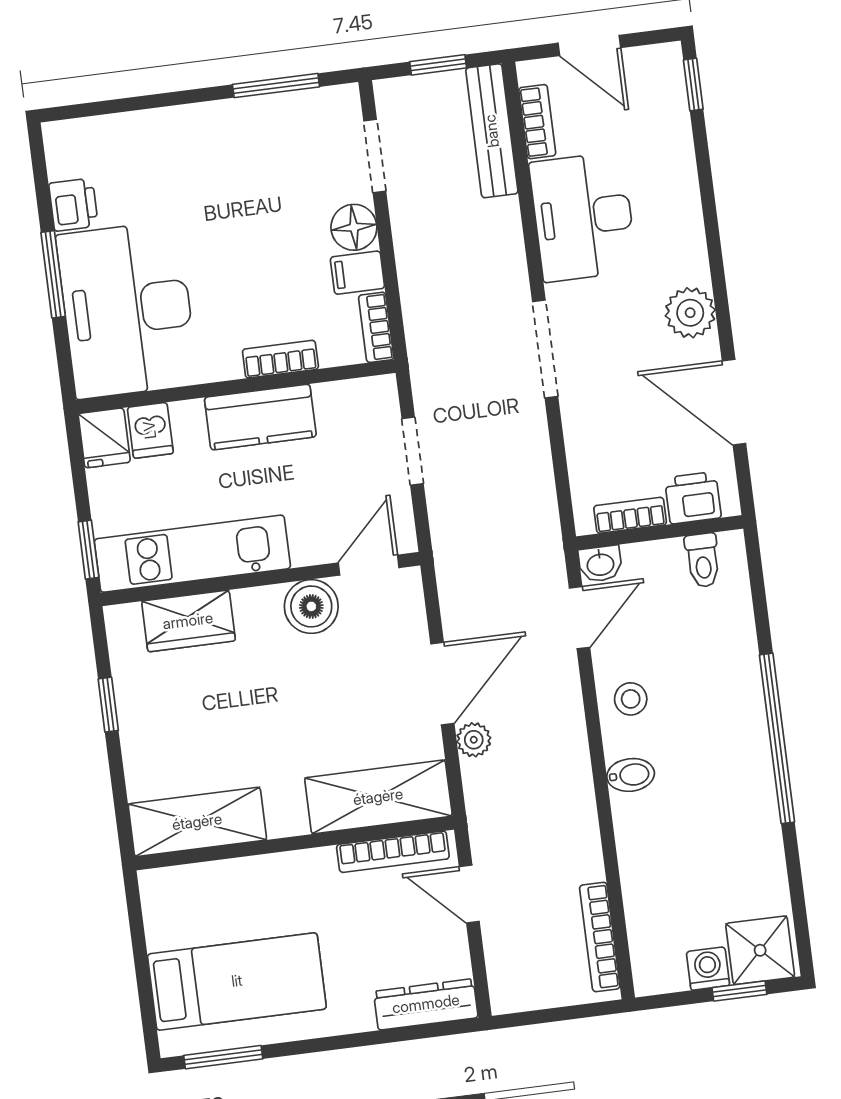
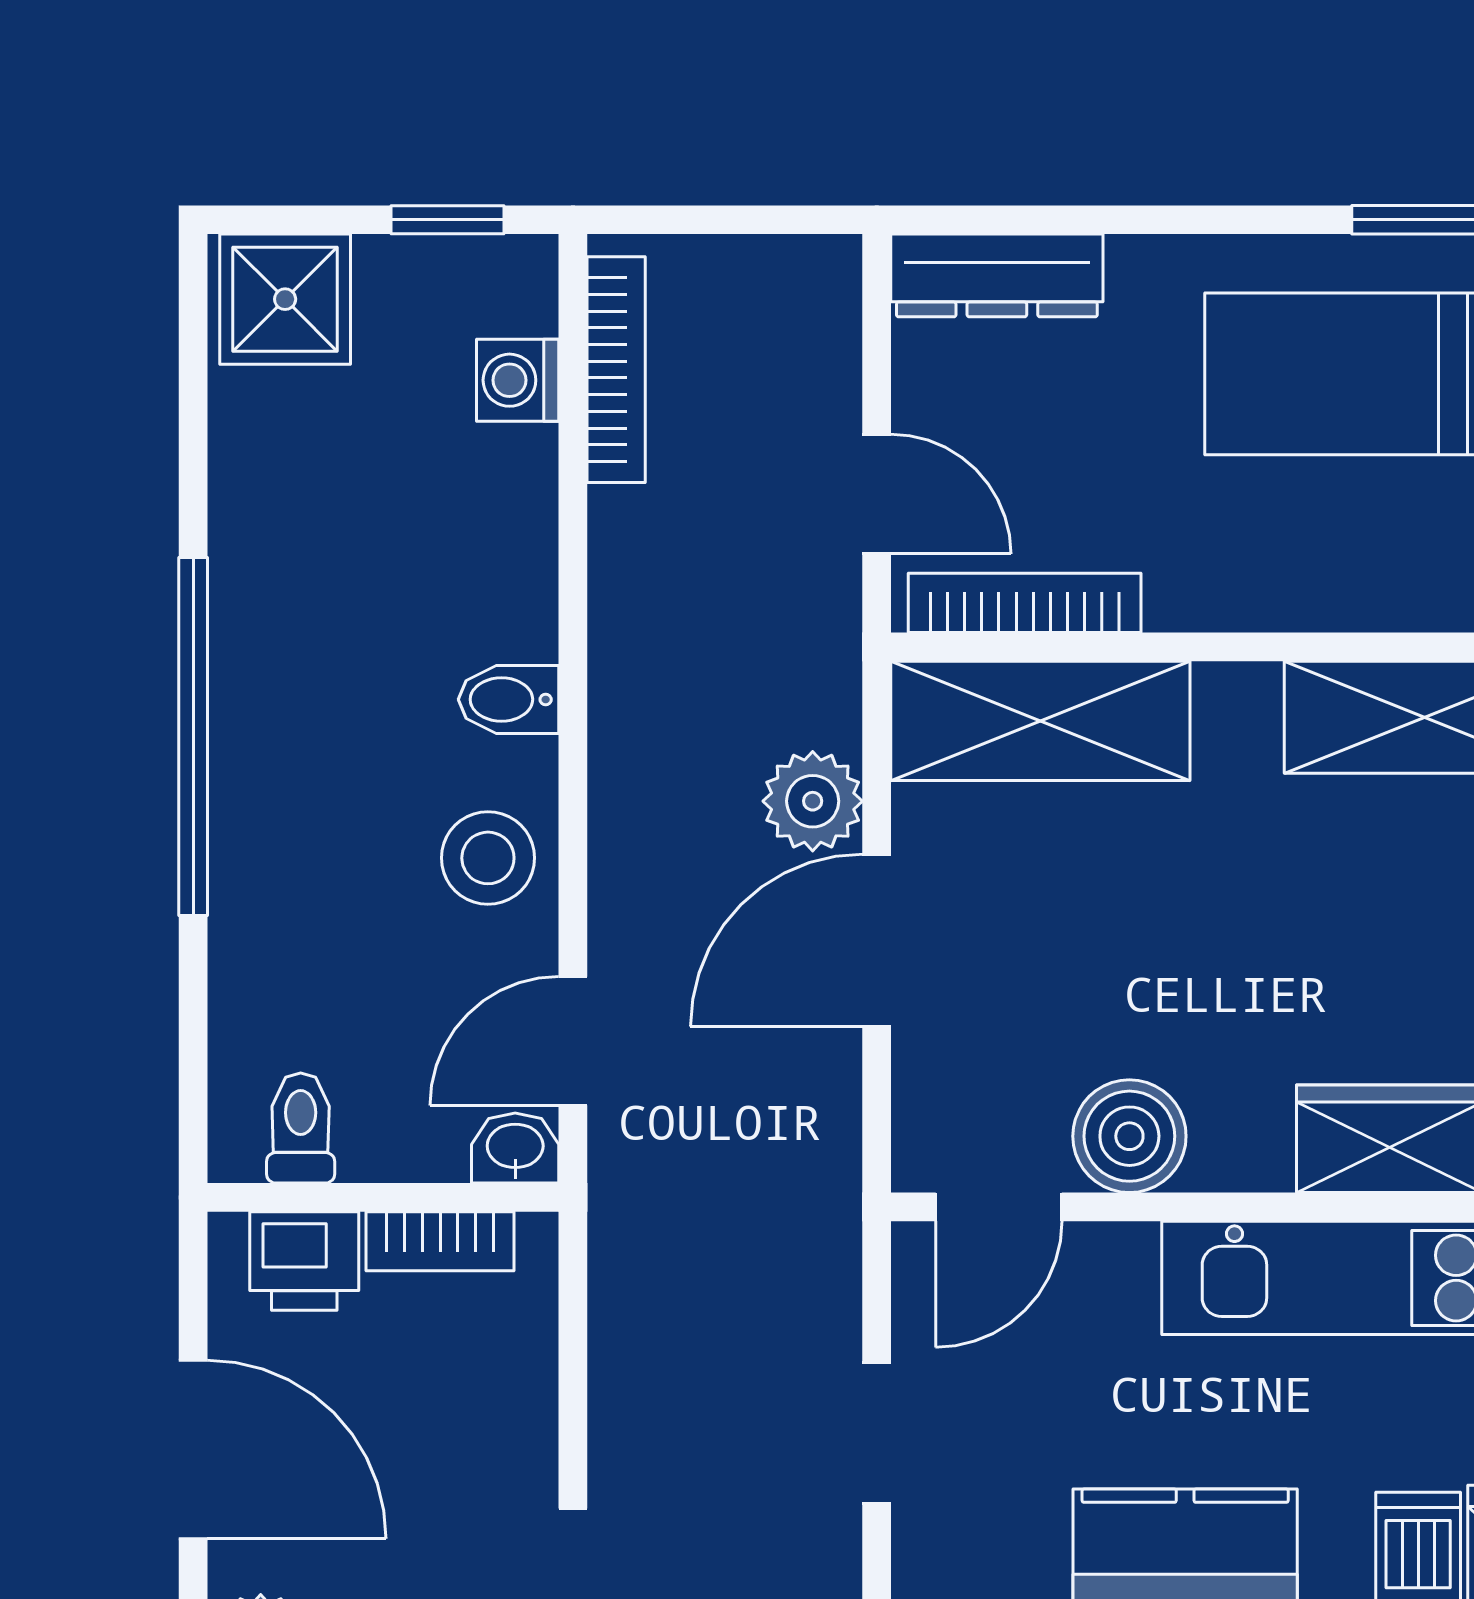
stool: (631, 699) -> (488, 858), width x1.37, depth x1.37
plant: (474, 740) -> (813, 801), width x1.38, depth x1.38
washing machine: (708, 969) -> (518, 380), moved, turned 90
window: (739, 991) -> (447, 220), moved

